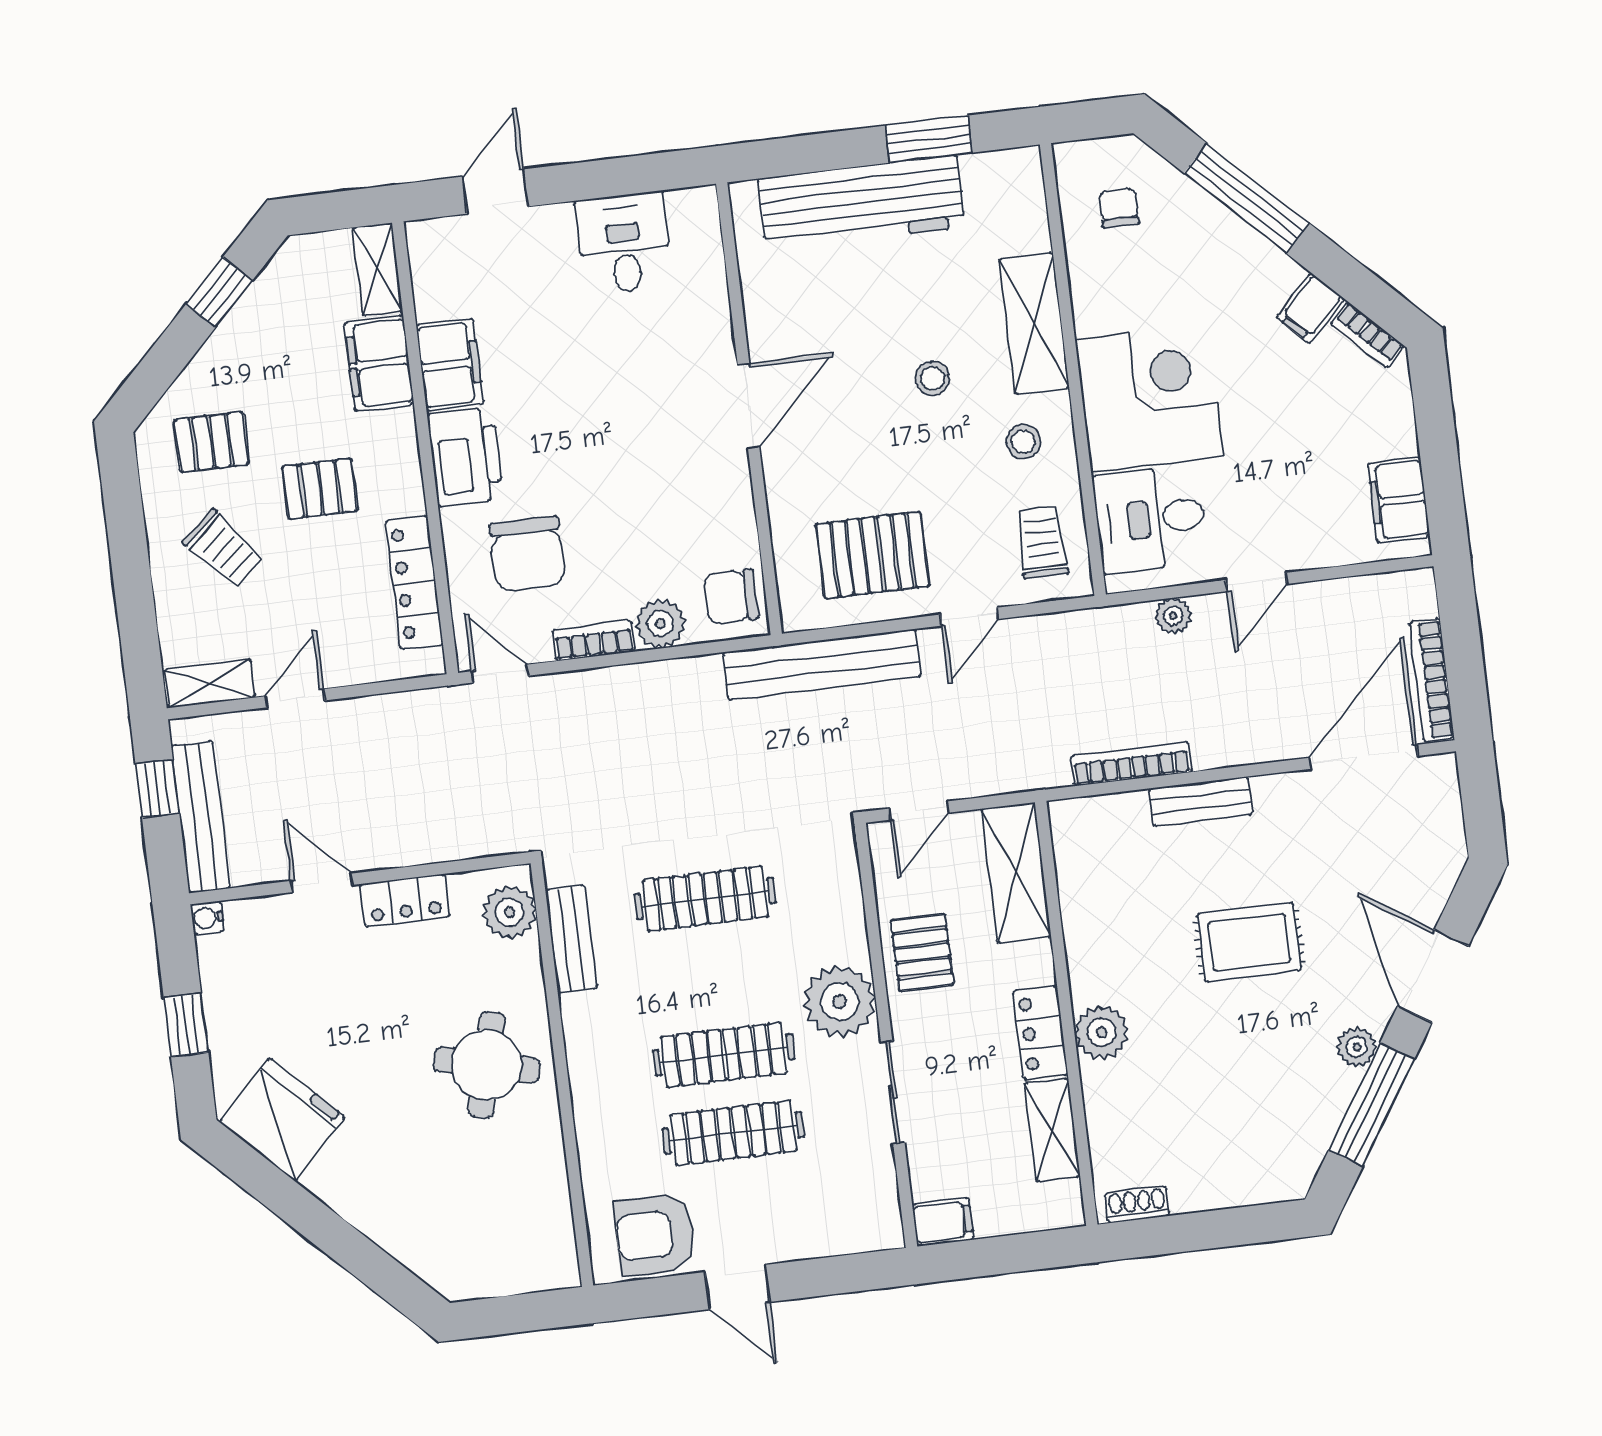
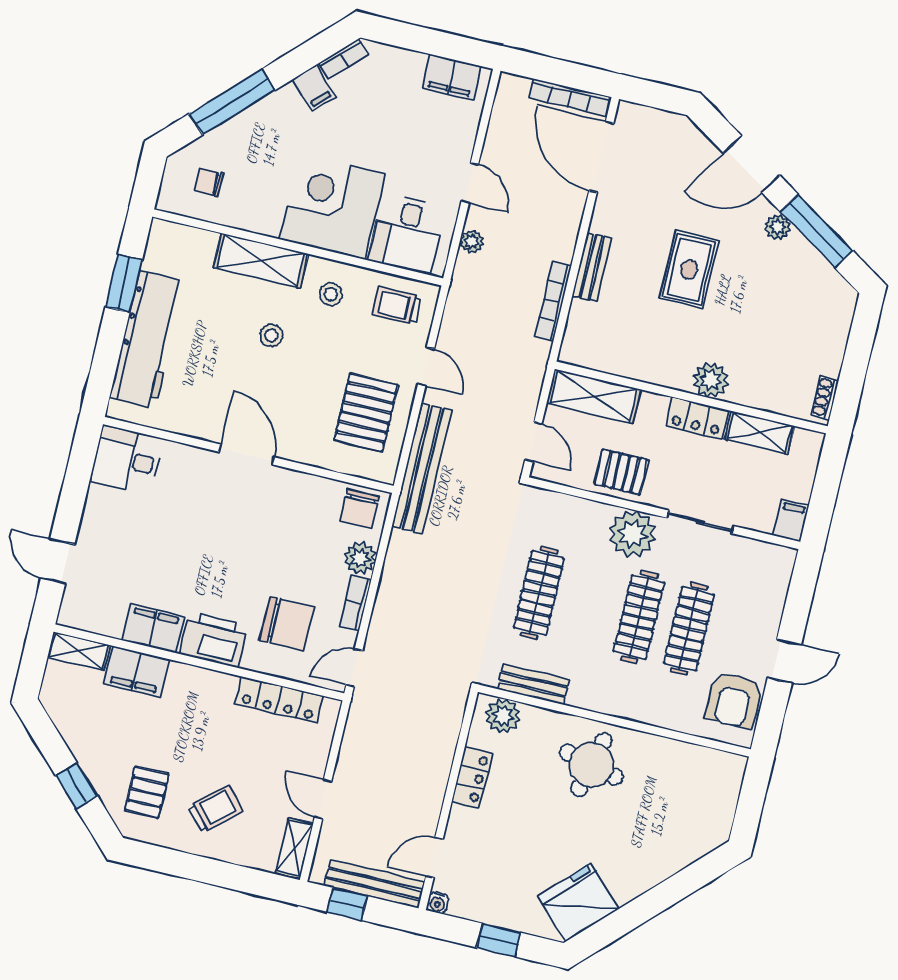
desk: (624, 243) -> (127, 460), moved
window: (219, 292) -> (77, 786), moved
pallet: (320, 489) -> (200, 736), removed
door: (322, 883) -> (434, 858), moved

